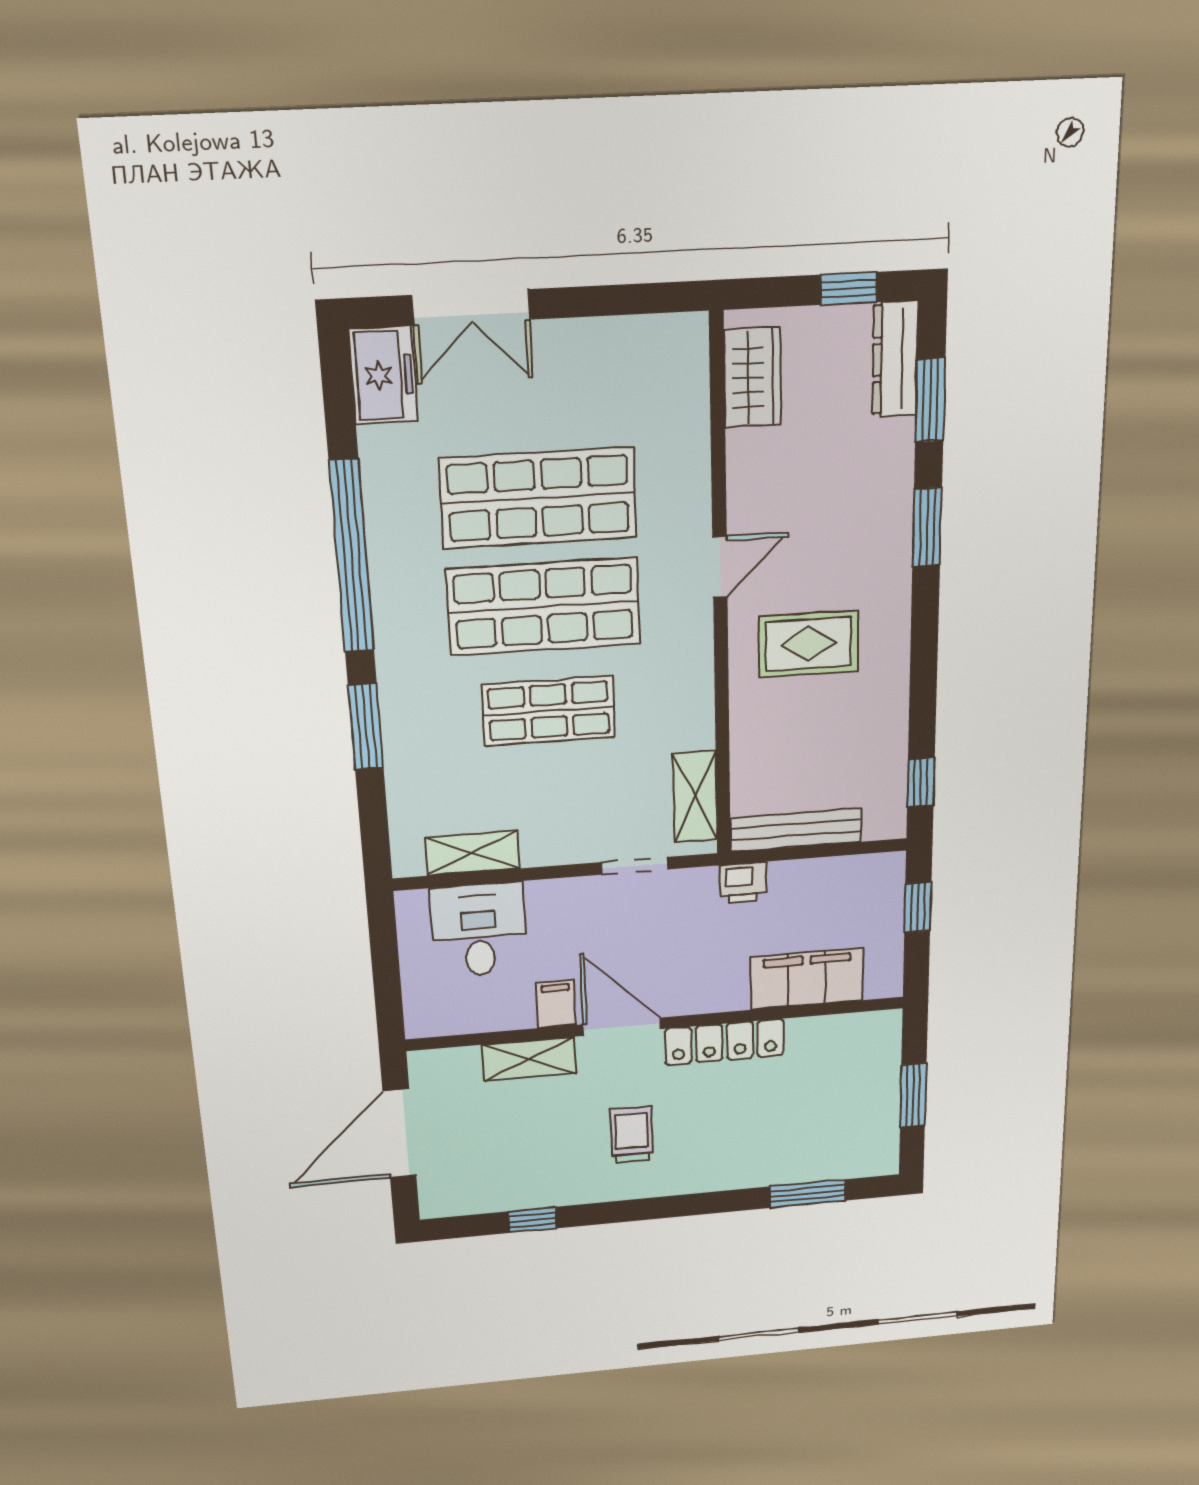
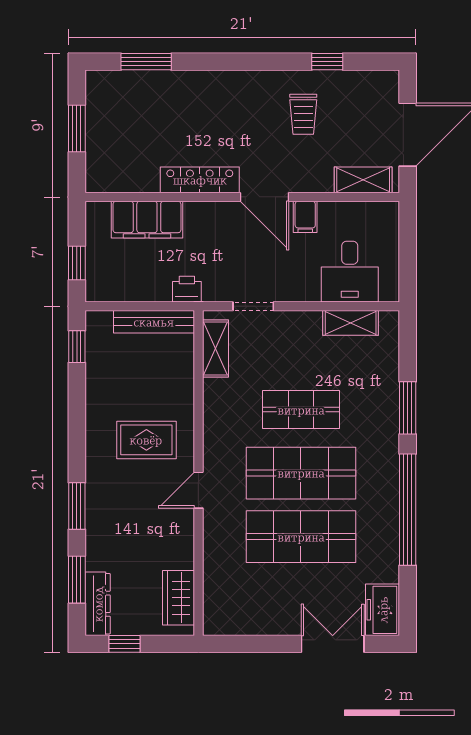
shelving: (529, 1059) -> (363, 180), moved
trolley: (632, 1135) -> (303, 114), moved

